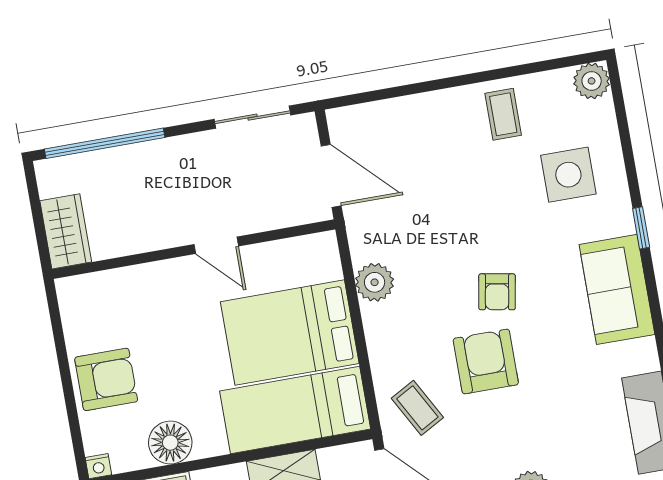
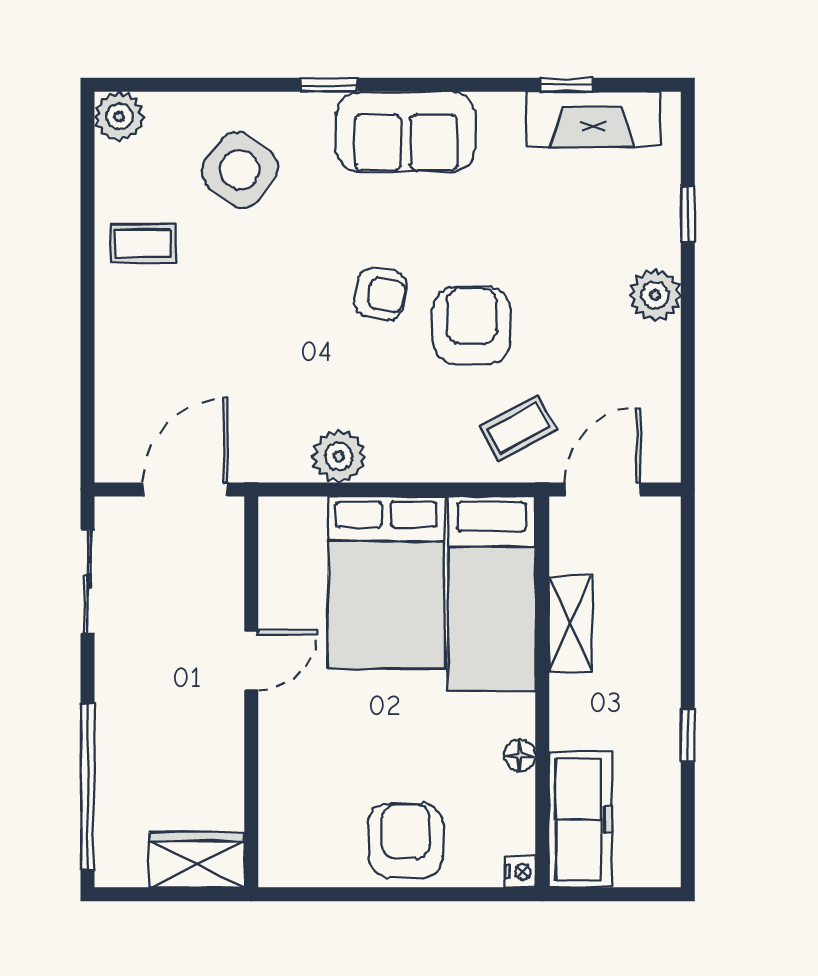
side table: (568, 175) -> (240, 170), turned 36
armchair: (486, 362) -> (472, 325), turned 90
floor lamp: (170, 443) -> (520, 755), width x0.53, depth x0.53

